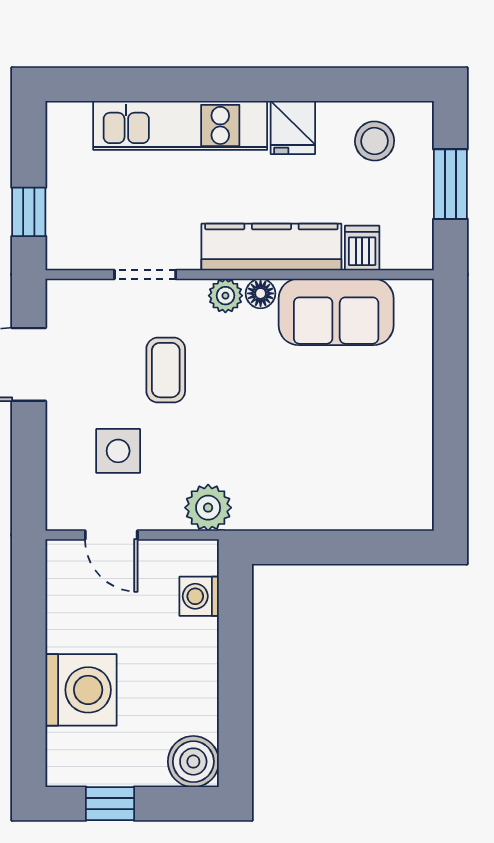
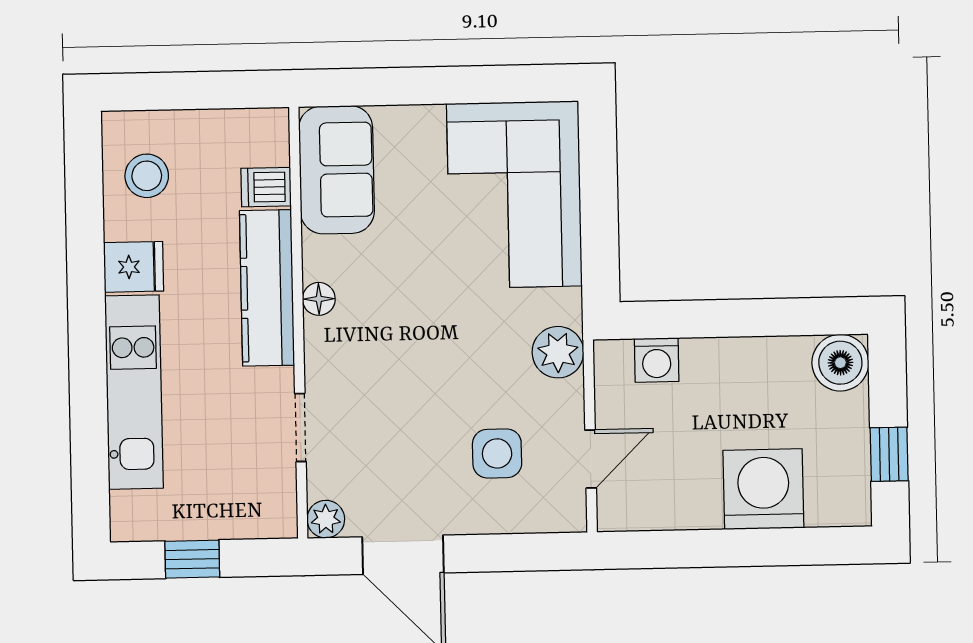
window: (450, 184) -> (193, 91), removed
window: (29, 212) -> (192, 559), moved
plant: (225, 296) -> (326, 519), moved
sofa: (336, 312) -> (337, 170), moved
coffee table: (166, 370) -> (406, 402), removed
corner sofa: (351, 471) -> (514, 195), added

